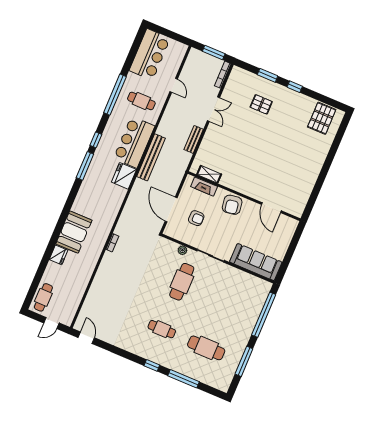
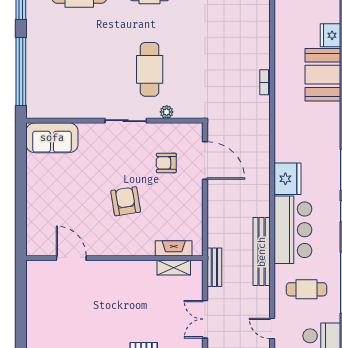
bench: (151, 157) -> (262, 252), moved
shelving: (209, 174) -> (174, 268), moved
fireplace: (204, 187) -> (174, 248), moved
wall: (244, 196) -> (114, 258), moved
door: (271, 208) -> (71, 258), moved
sofa: (256, 262) -> (52, 138), width x0.73

